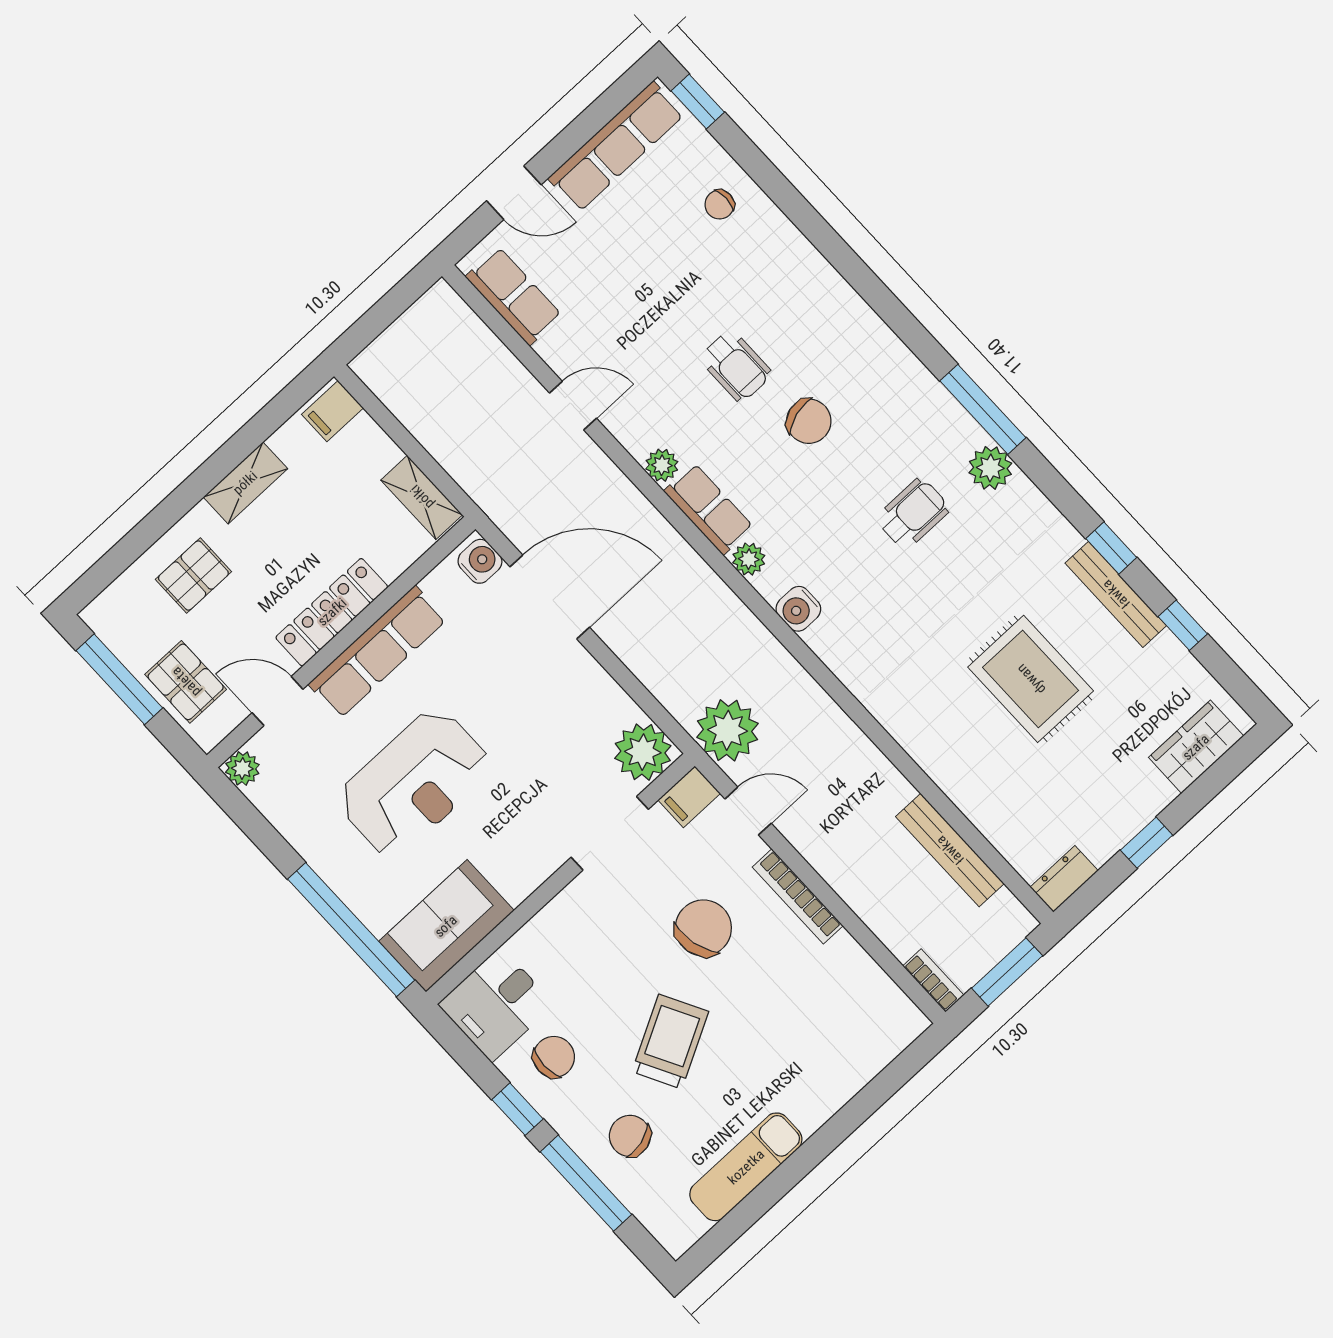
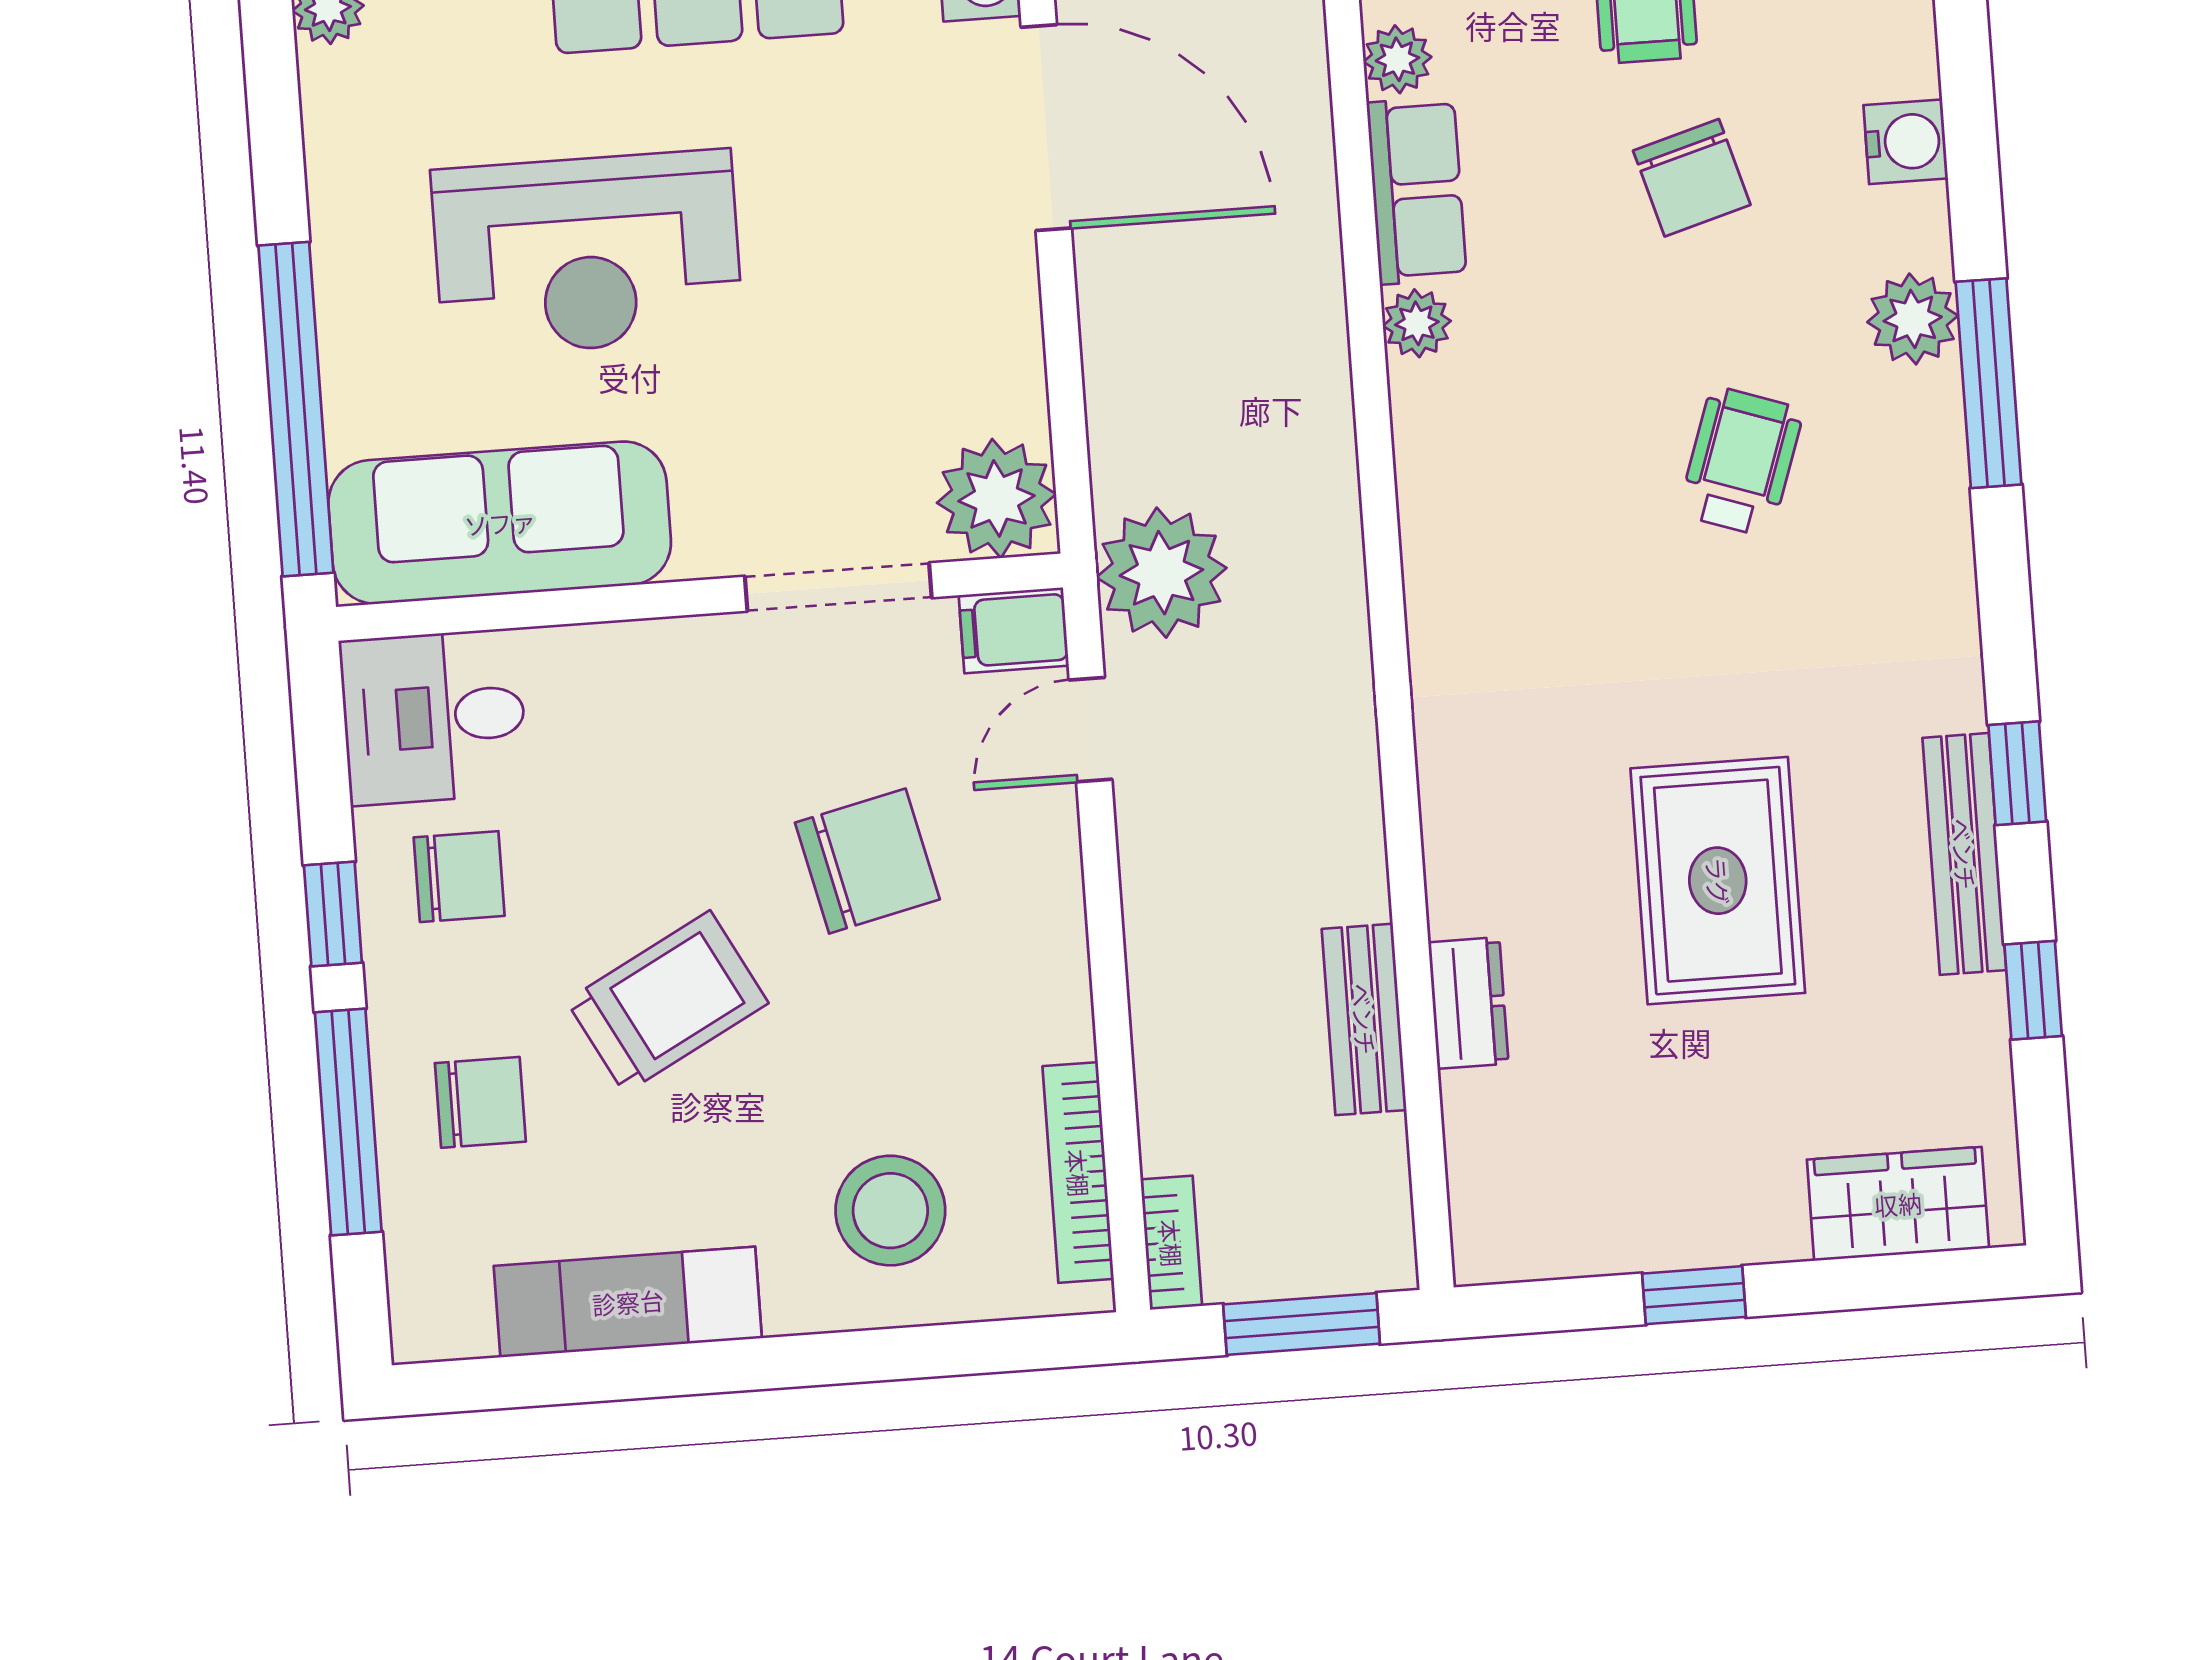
plant: (990, 468) -> (1913, 319), moved
wheelchair: (913, 514) -> (1741, 462), turned -71
water cooler: (798, 609) -> (1906, 142), moved, turned 180
door: (748, 811) -> (1090, 730), swing flipped
bench: (950, 850) -> (1364, 1019), width x0.73
dresser: (1064, 879) -> (1468, 1003), moved, turned 90
bookcase: (798, 896) -> (1078, 1173), moved
sofa: (446, 926) -> (500, 523), width x1.36
stool: (817, 1053) -> (890, 1211), added
chair: (630, 1136) -> (480, 1102), turned 105

